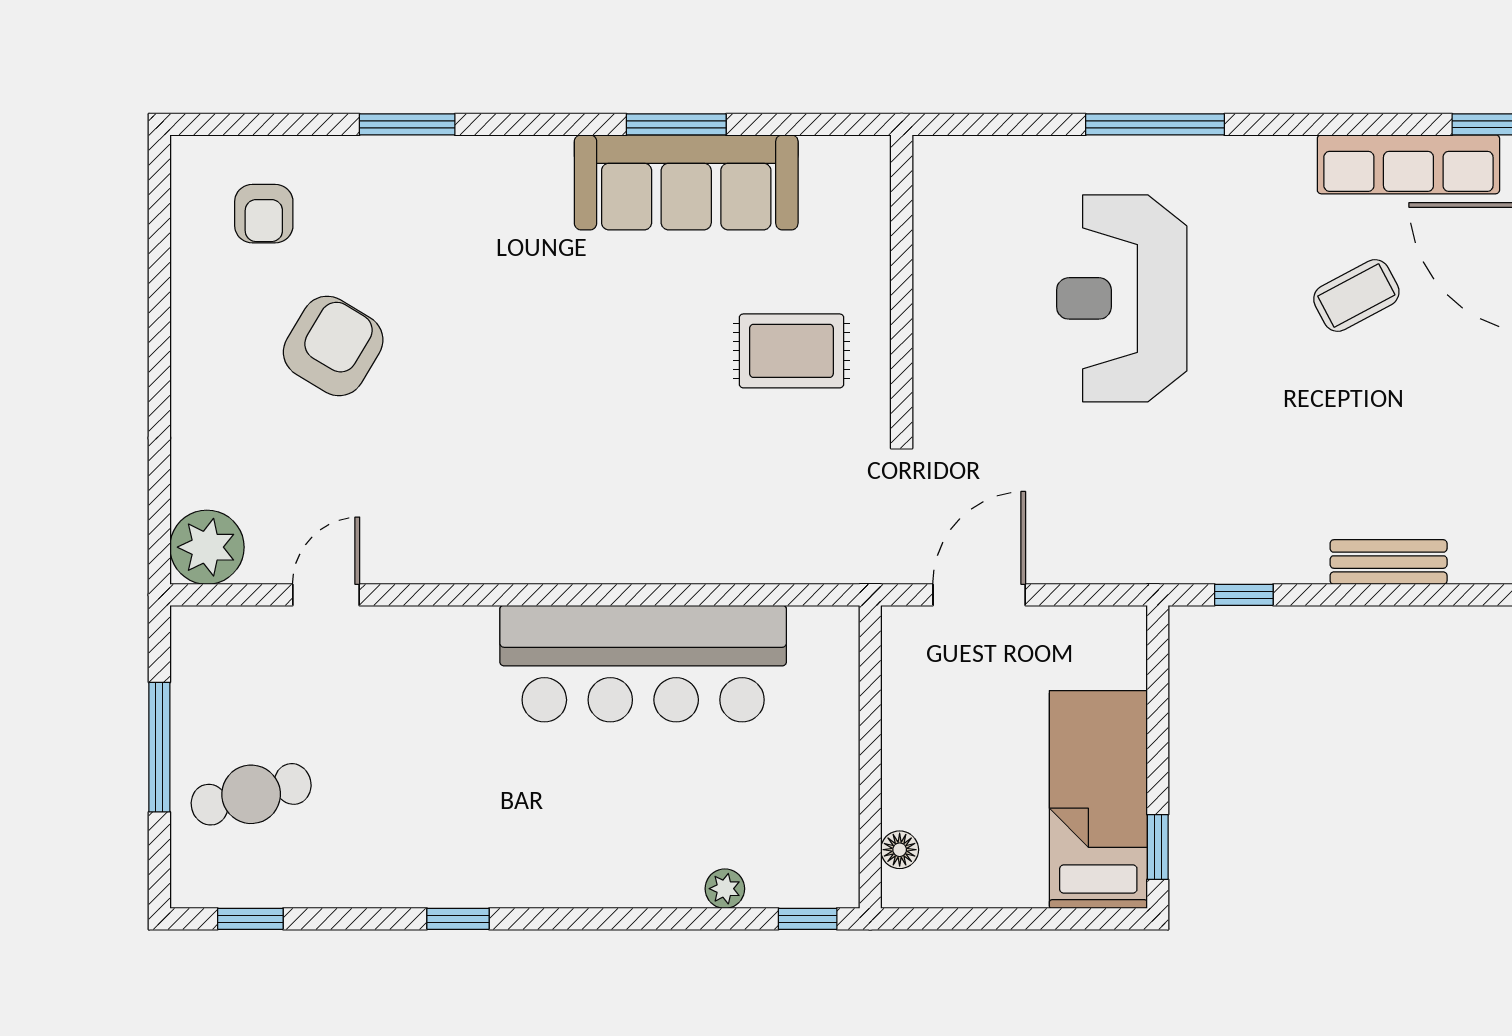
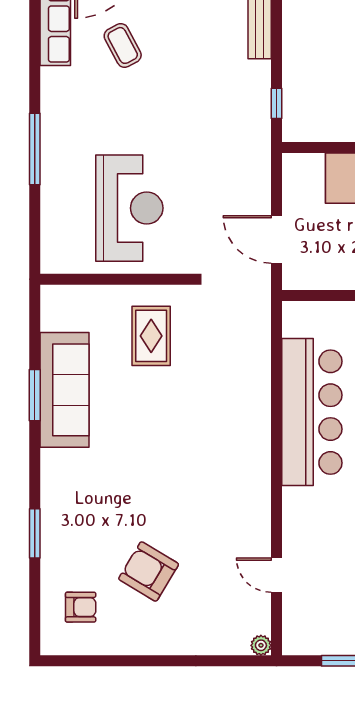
reception desk: (1122, 298) -> (129, 208), moved, turned -90
plant: (207, 547) -> (261, 645), width x0.53, depth x0.53

